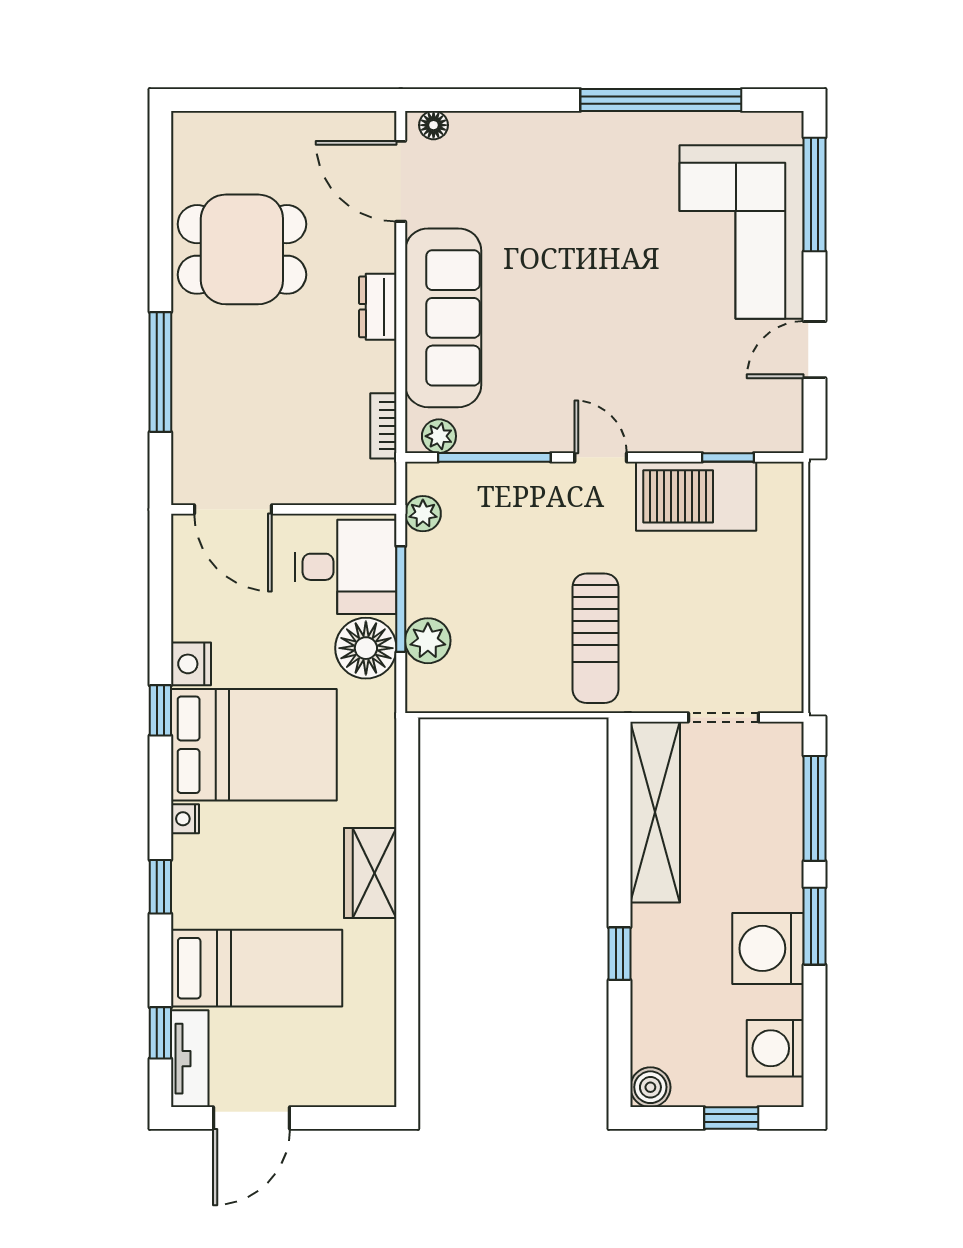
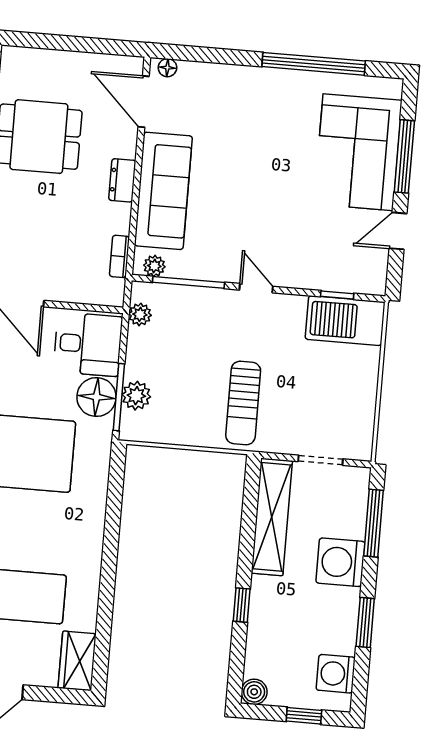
window: (815, 194) -> (404, 156), moved
barbecue: (696, 496) -> (345, 321), moved
window: (401, 599) -> (119, 397), moved
wardrobe: (370, 873) -> (77, 661), moved
window: (815, 926) -> (365, 623), moved
washing machine: (768, 948) -> (340, 562), moved

